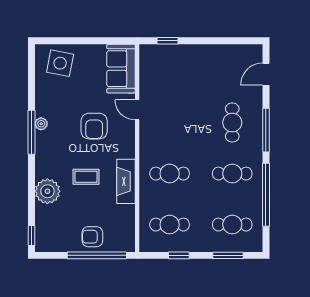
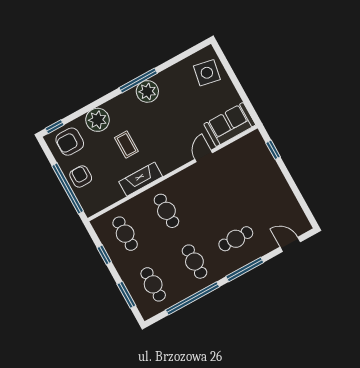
plant: (41, 124) -> (147, 91), width x1.88, depth x1.88
armchair: (94, 126) -> (70, 142), moved

